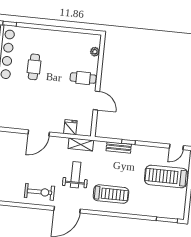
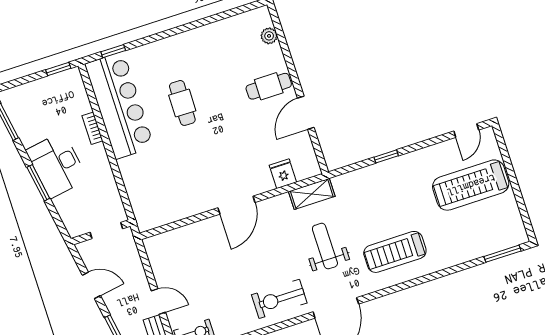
door: (96, 100) -> (306, 113), swing flipped
bench: (119, 147) -> (374, 172), removed
exercise bike: (39, 192) -> (279, 299), turned 180
treadmill: (111, 194) -> (395, 252), turned 180

